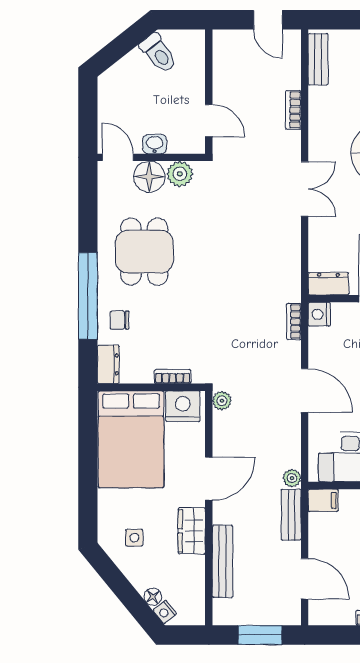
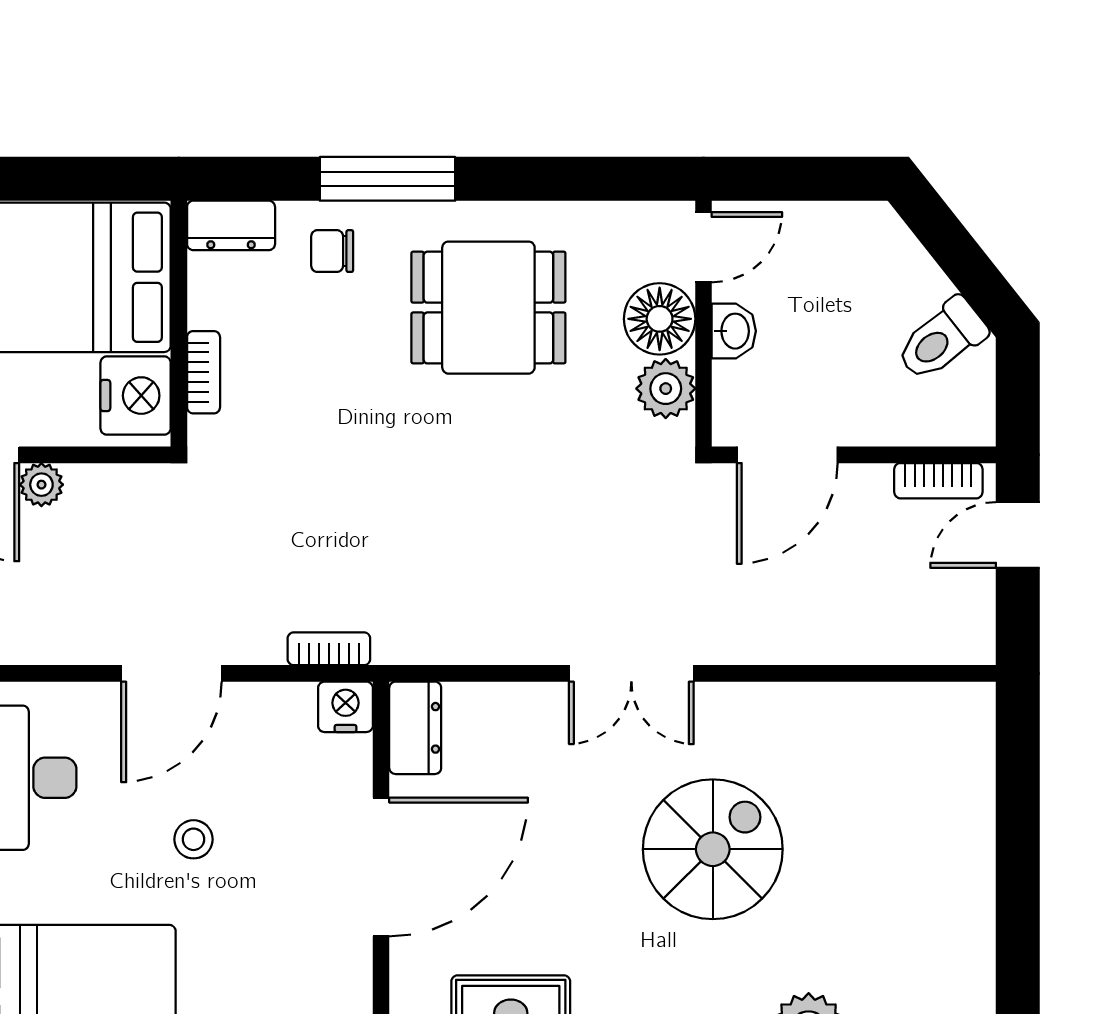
door: (268, 20) -> (1018, 535), moved
bench: (318, 59) -> (928, 704), removed
bookcase: (293, 110) -> (938, 481), moved, turned 180
door: (209, 121) -> (787, 455), width x1.38
window: (88, 296) -> (387, 179), width x0.68
chair: (120, 320) -> (332, 251), turned -90
plant: (222, 401) -> (41, 485), moved

